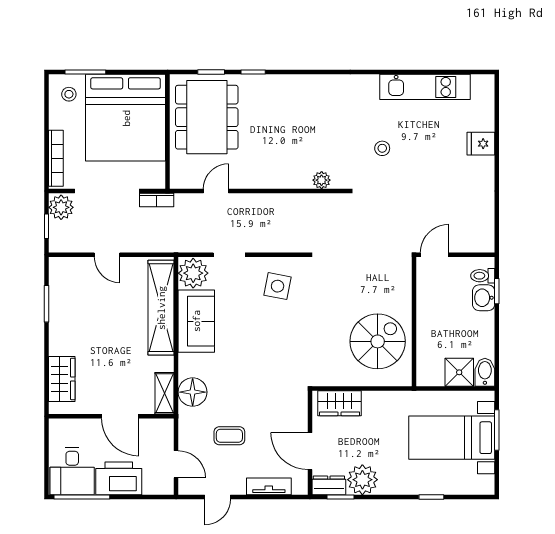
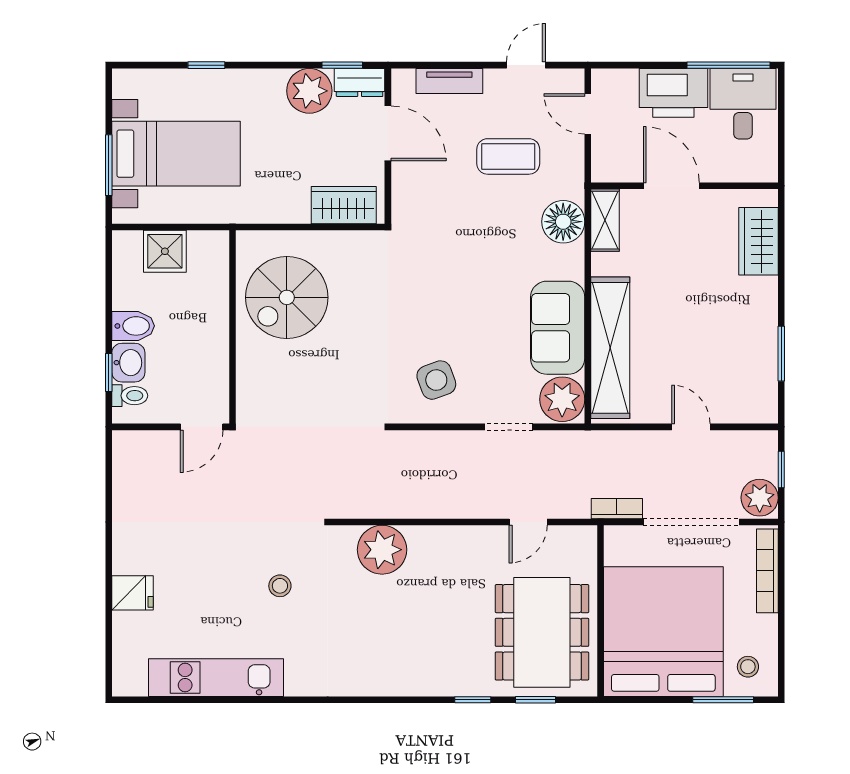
plant: (322, 180) -> (382, 550), width x1.88, depth x1.88
side table: (278, 286) -> (436, 380), turned -31
bidet: (485, 372) -> (133, 326), moved, turned -90
coffee table: (229, 436) -> (508, 156), width x1.36, depth x1.30

